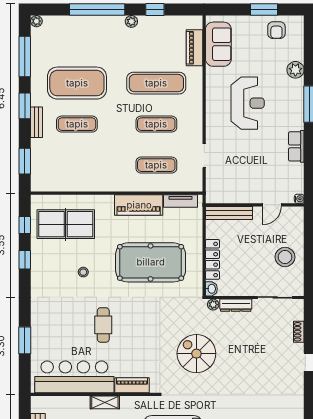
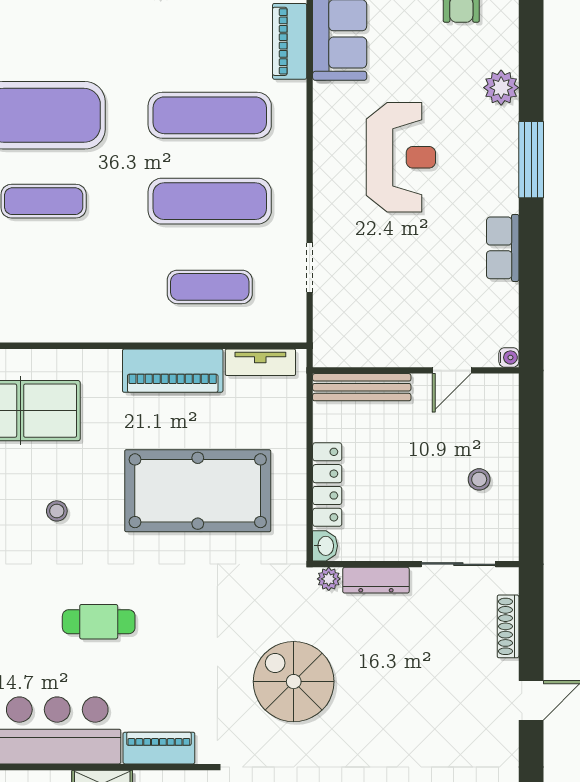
exercise mat: (156, 124) -> (210, 201), width x1.36, depth x1.45
stool: (285, 257) -> (479, 479), width x0.53, depth x0.53
cafe table: (103, 325) -> (99, 622), turned 90
shoe rack: (299, 332) -> (508, 626), width x1.43

